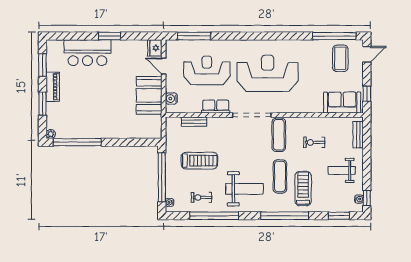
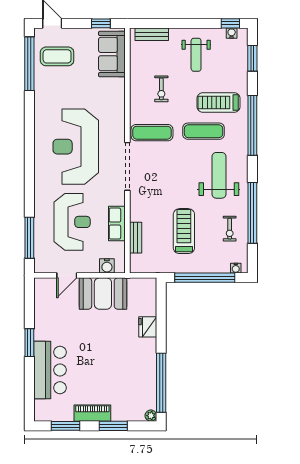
fridge: (155, 48) -> (148, 327), moved, turned 90
reception desk: (207, 70) -> (72, 222), turned 180
row of seats: (216, 107) -> (117, 224), moved

